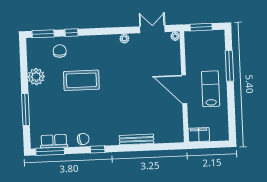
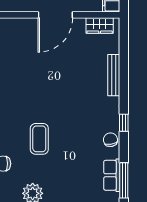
coffee table: (81, 80) -> (39, 139), width x0.73, depth x0.76
wardrobe: (177, 126) -> (100, 26), added

